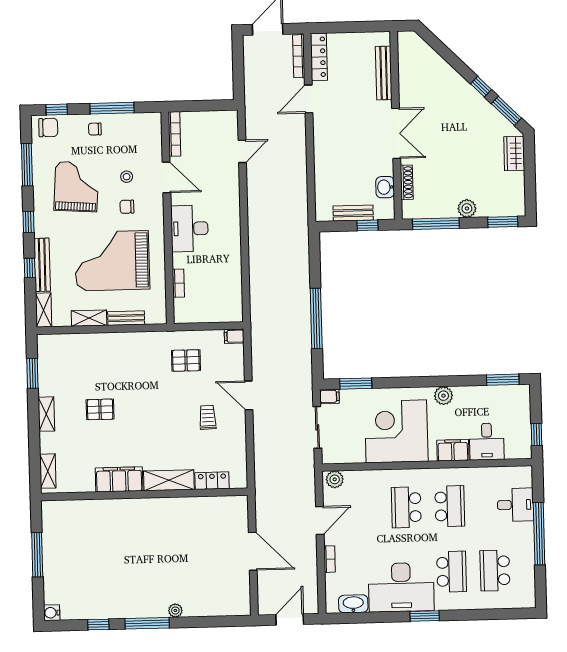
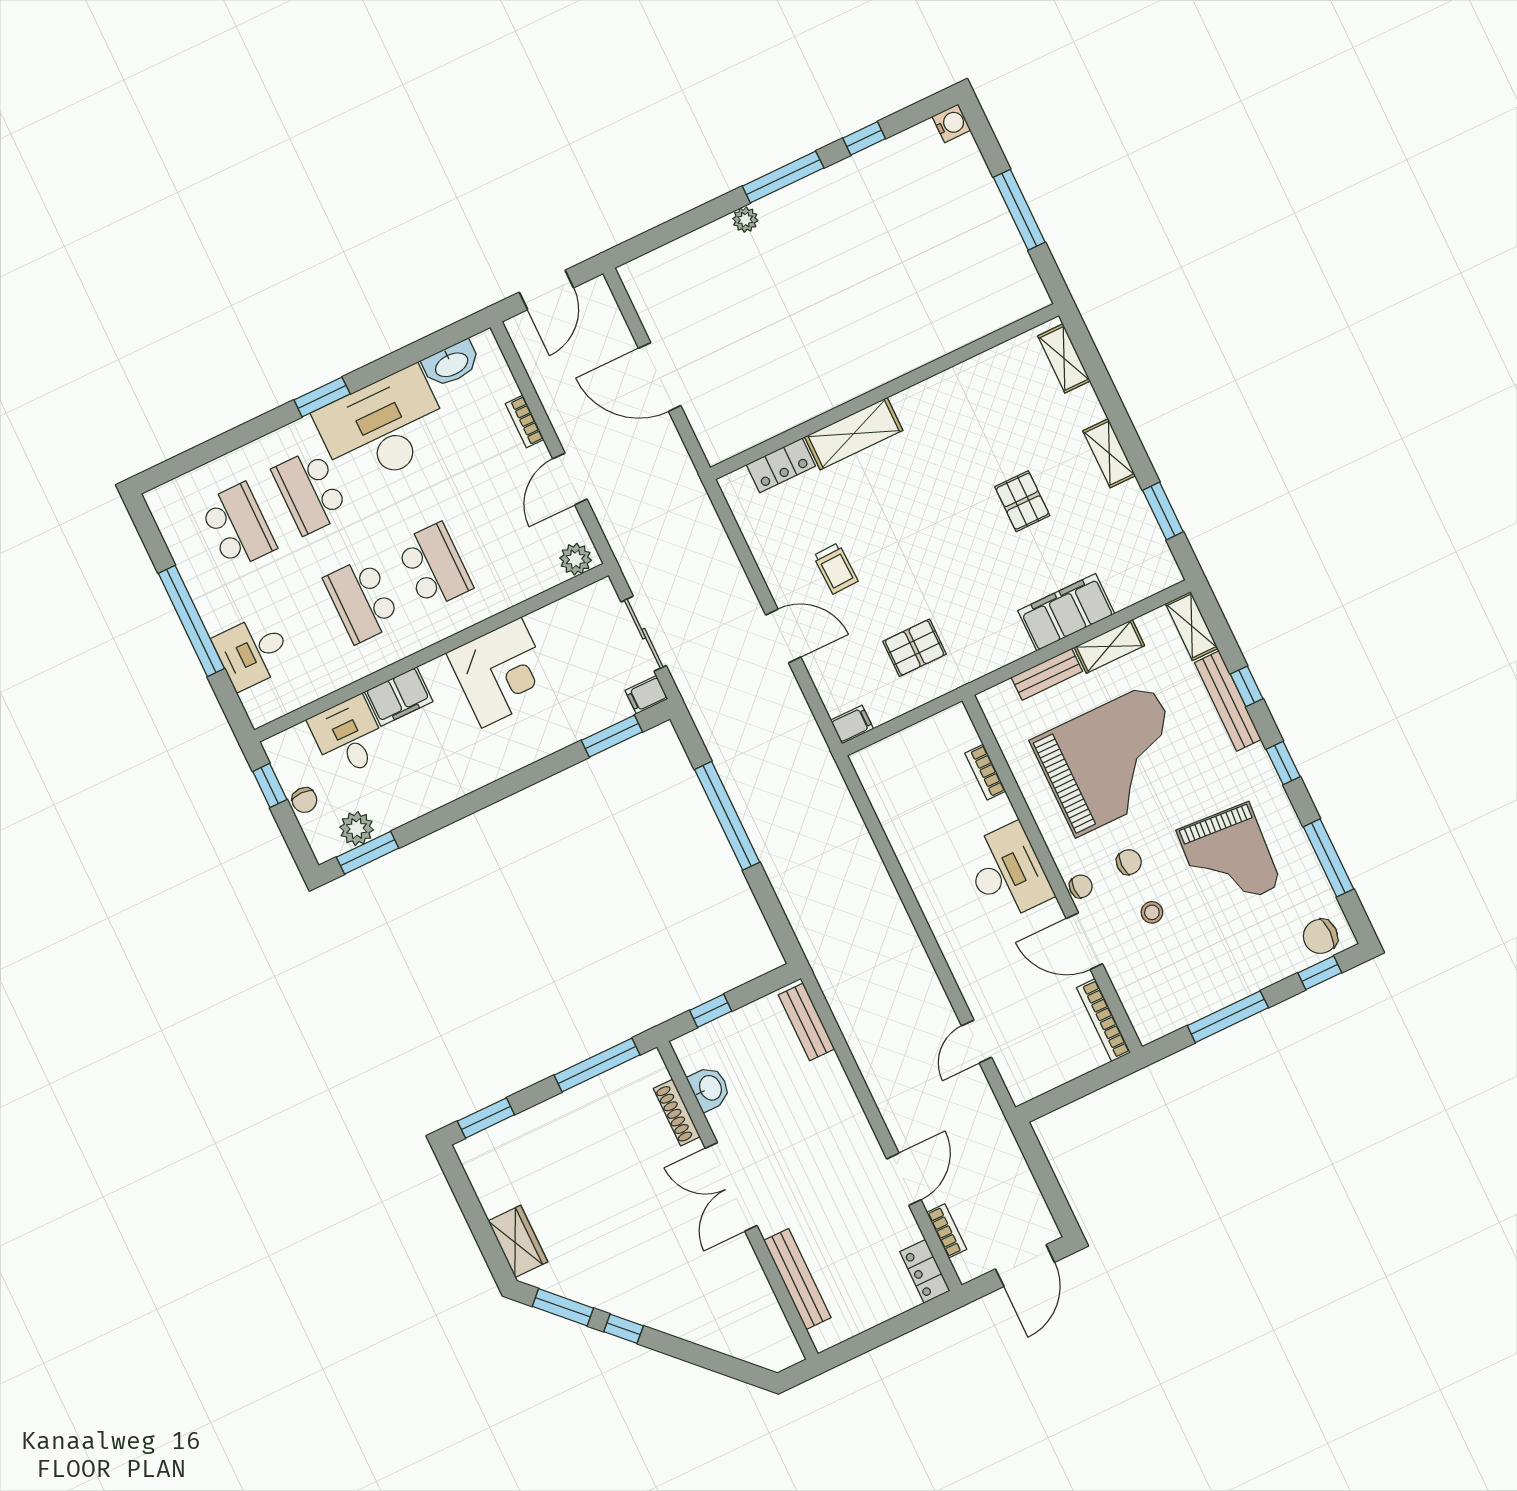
bookcase: (299, 56) -> (947, 1231), width x0.64
locker: (319, 57) -> (925, 1271), width x0.66
chair: (95, 129) -> (1081, 886), moved
plant: (467, 208) -> (556, 1114), removed
bench: (353, 213) -> (806, 1022), moved, turned 90
plant: (443, 396) -> (357, 829), moved
pallet: (100, 409) -> (1022, 501), turned 90
chair: (523, 420) -> (304, 800), added
corner desk: (396, 431) -> (501, 673), width x0.74, depth x0.74
filing cabinet: (119, 479) -> (1066, 612), moved, turned 180

